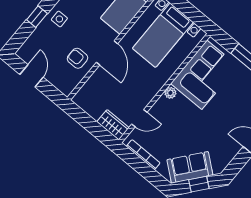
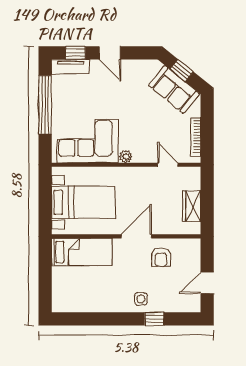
wardrobe: (113, 125) -> (192, 206), moved

